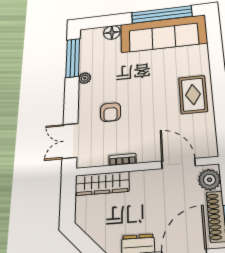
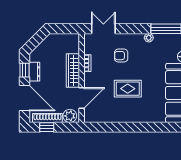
rug: (193, 95) -> (128, 89), moved
wardrobe: (102, 183) -> (73, 70), moved

